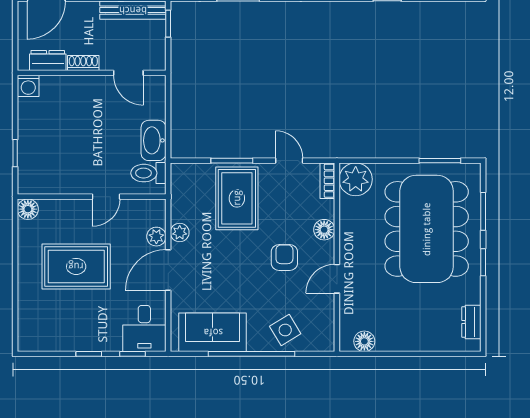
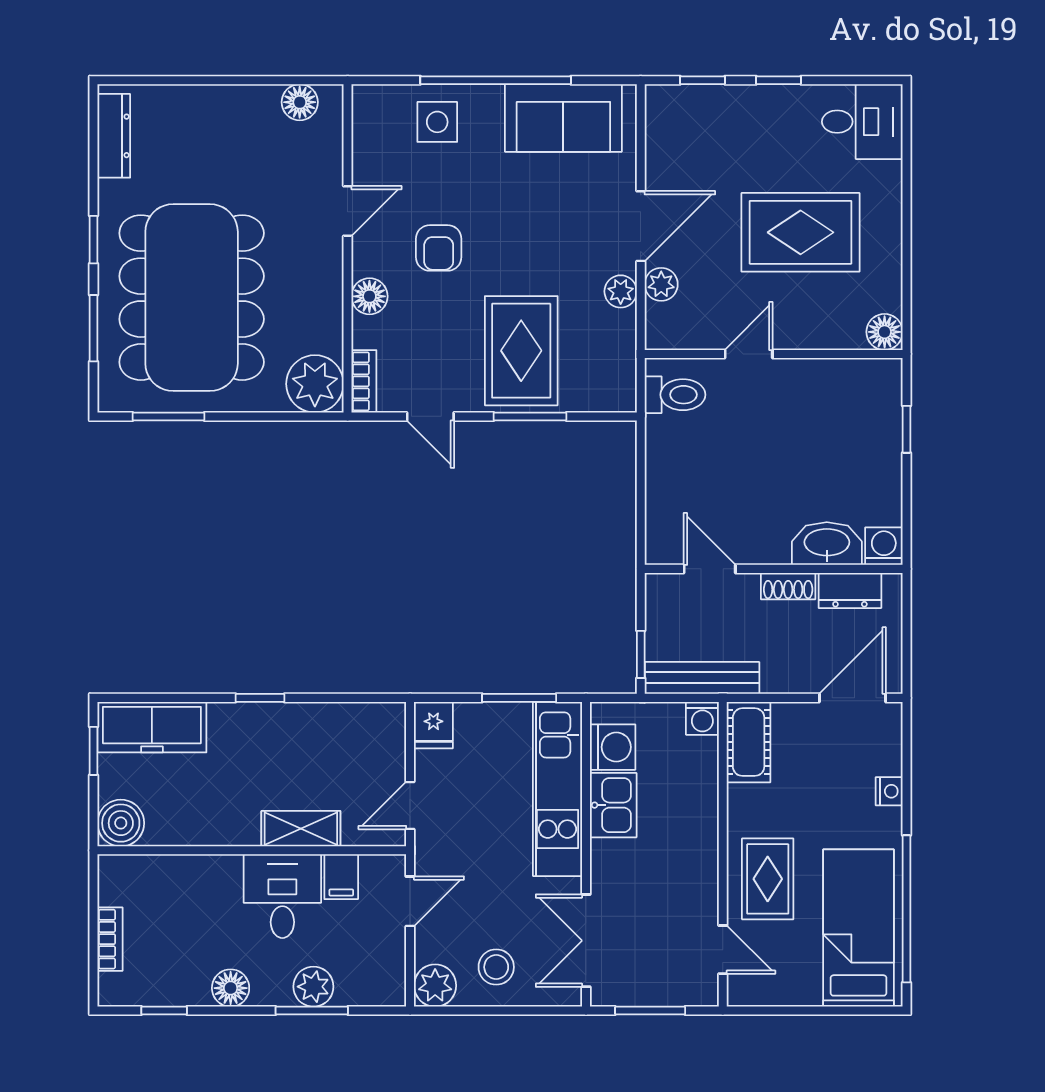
washbasin: (154, 140) -> (827, 544), moved, turned -90
dresser: (471, 322) -> (114, 136), width x1.44
desk: (144, 328) -> (862, 122), moved, turned 90
side table: (285, 330) -> (437, 122), turned 31

